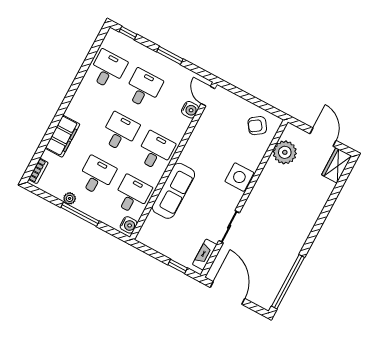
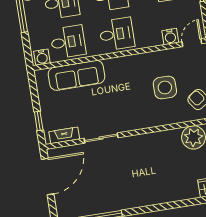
side table: (239, 177) -> (165, 87), moved
sofa: (173, 191) -> (77, 75), moved

